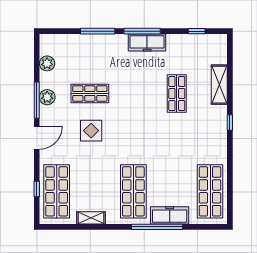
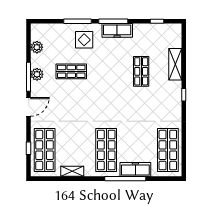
display table: (91, 131) -> (84, 40), moved

